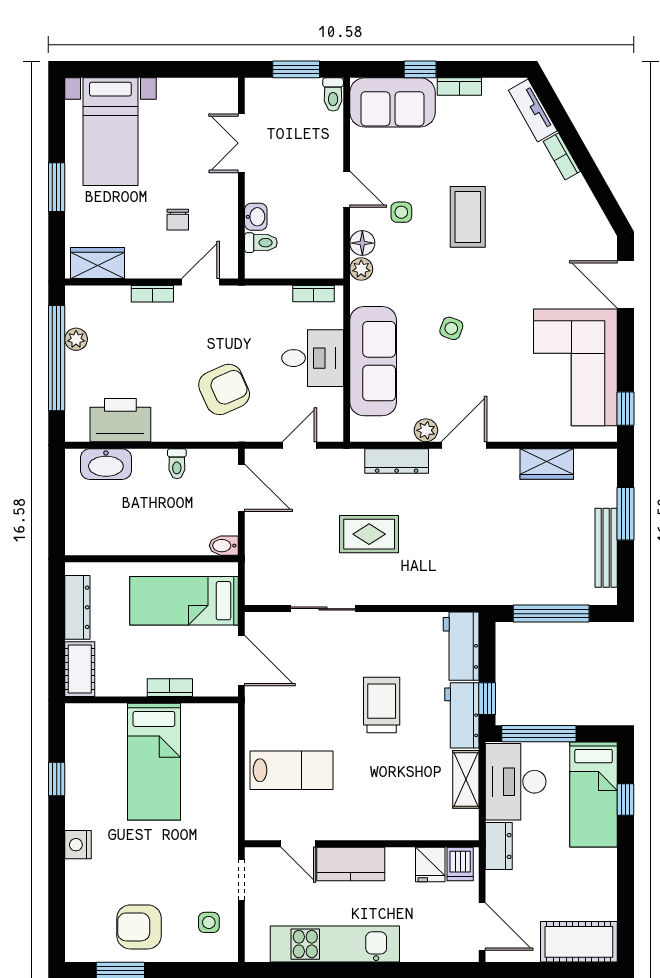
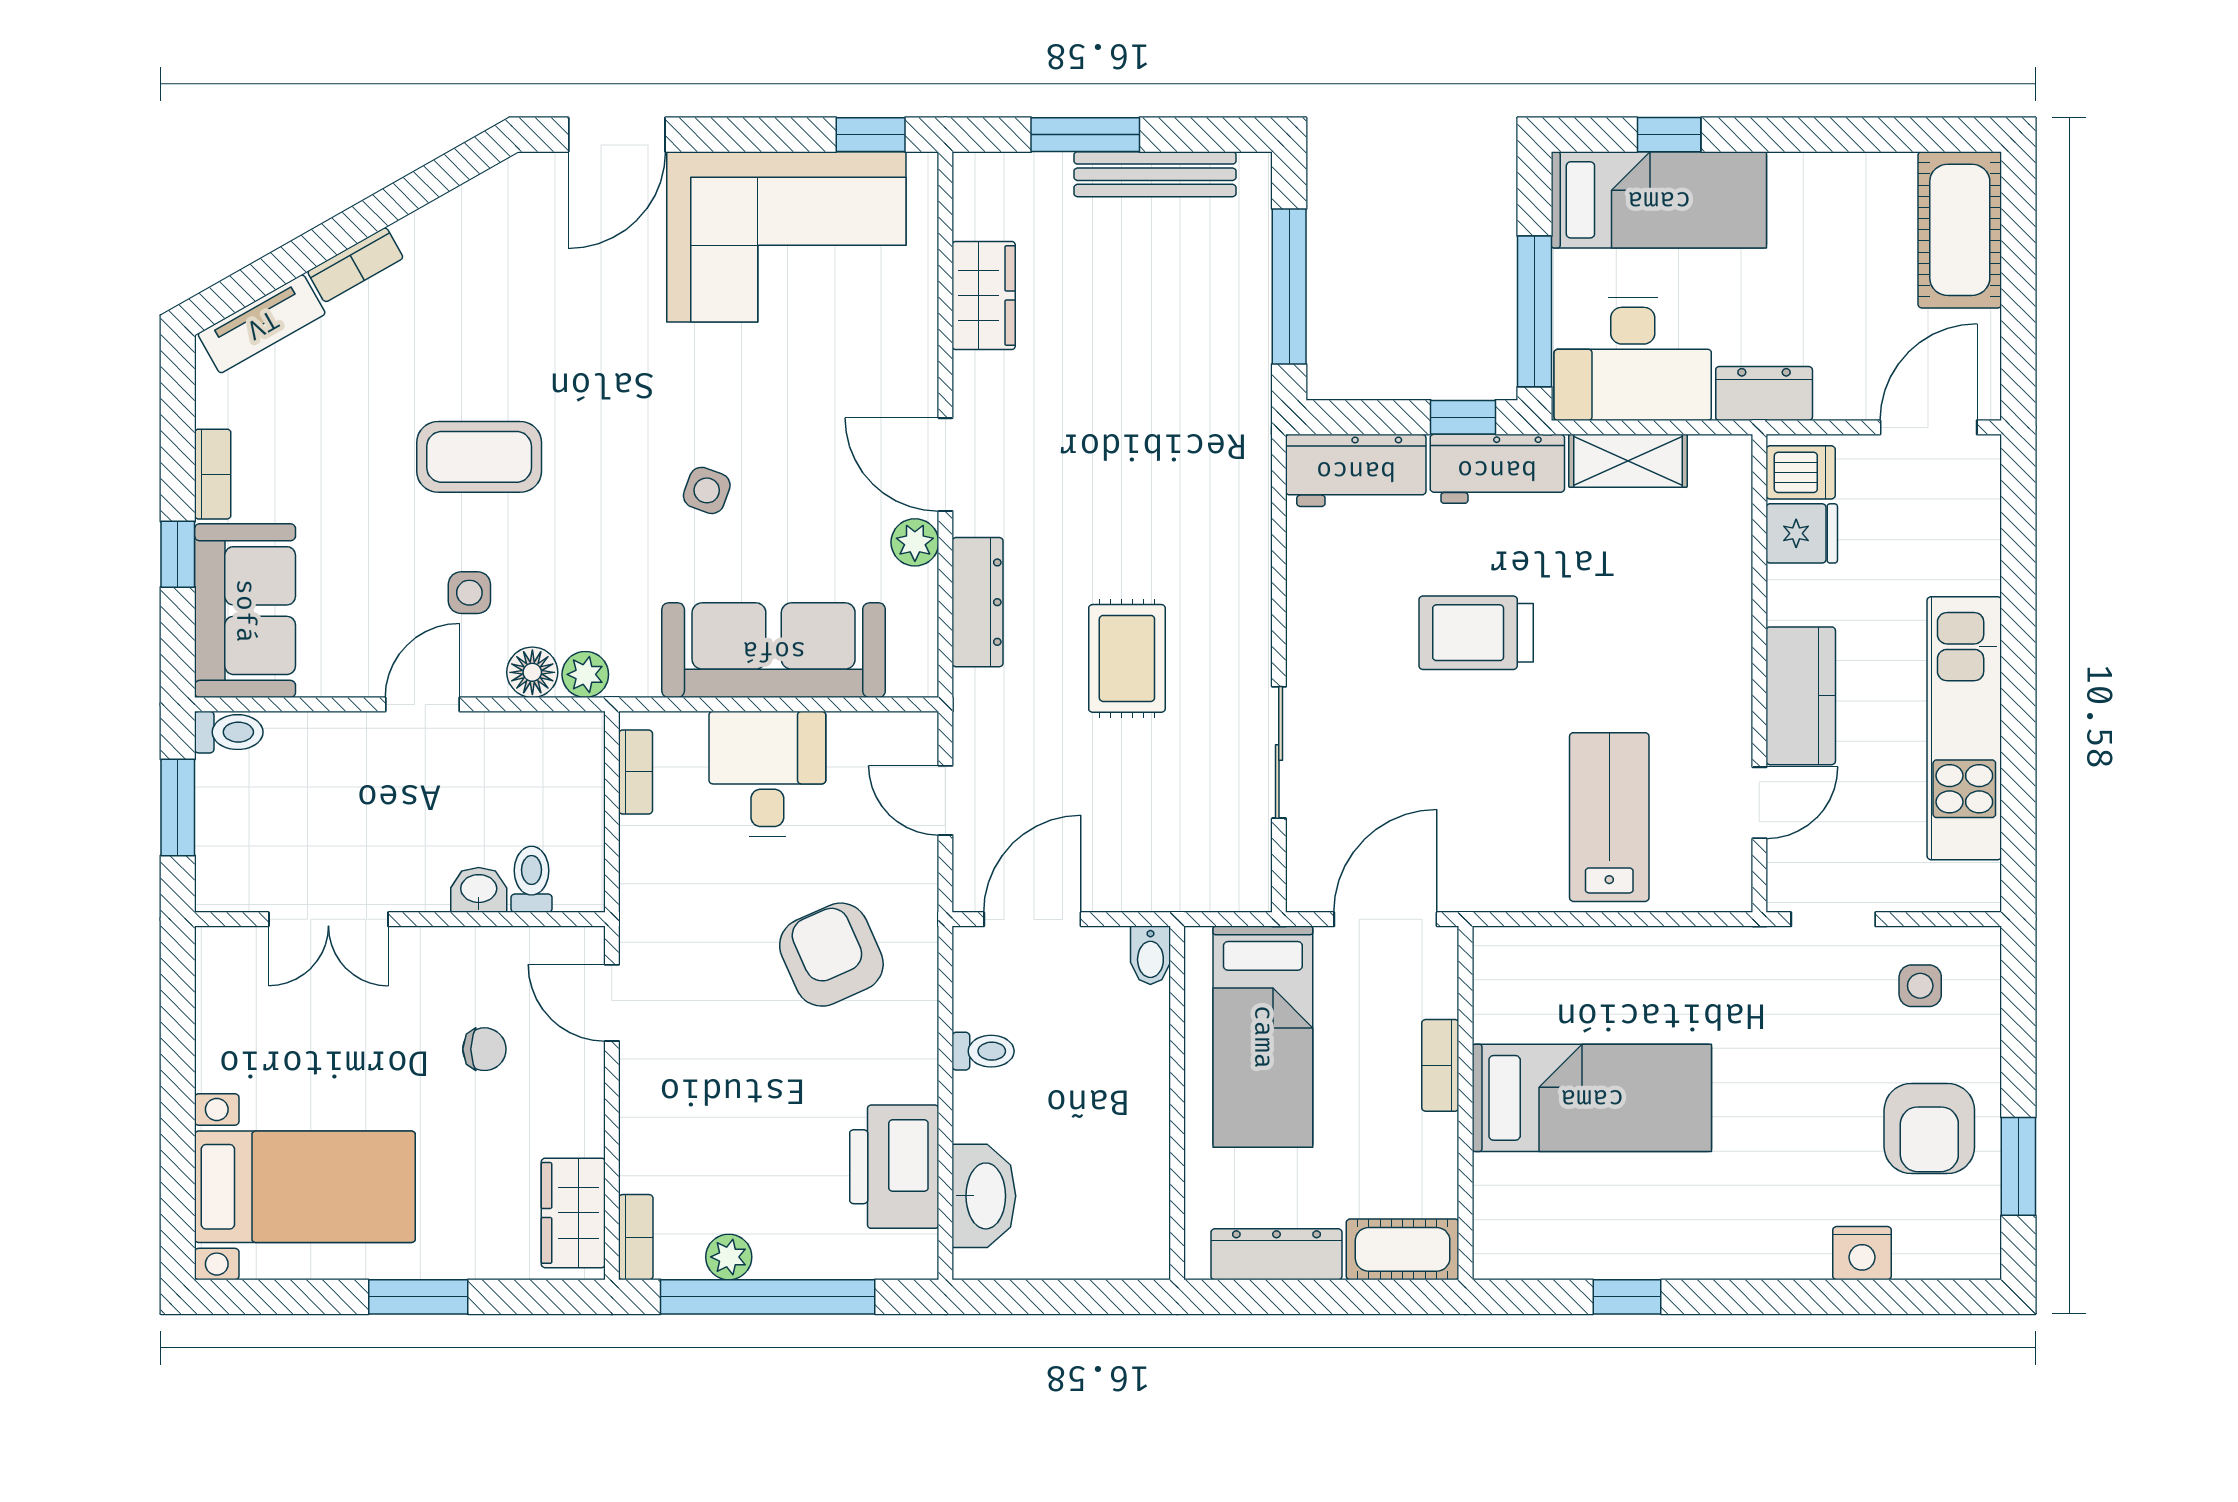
bookcase: (152, 294) -> (636, 1237), moved
nightstand: (78, 845) -> (1862, 1253), moved

